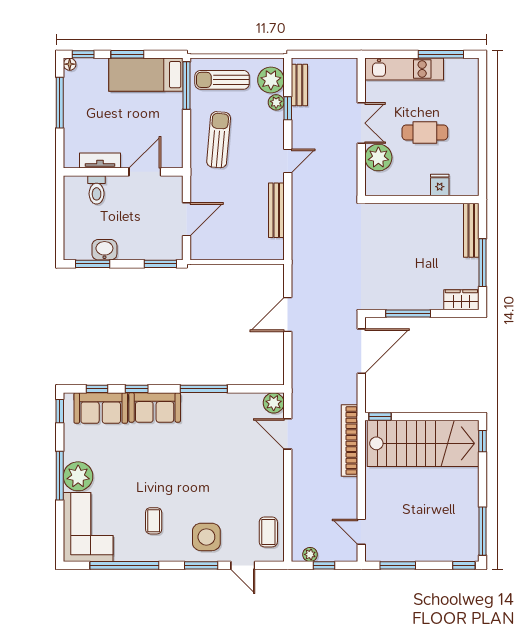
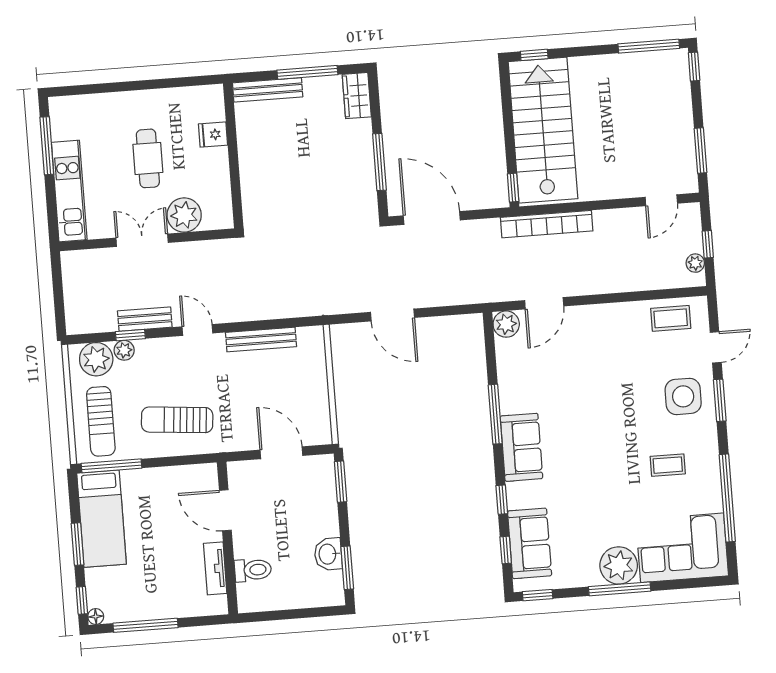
bench: (299, 85) -> (145, 319), moved
sofa: (155, 407) -> (521, 447), moved

